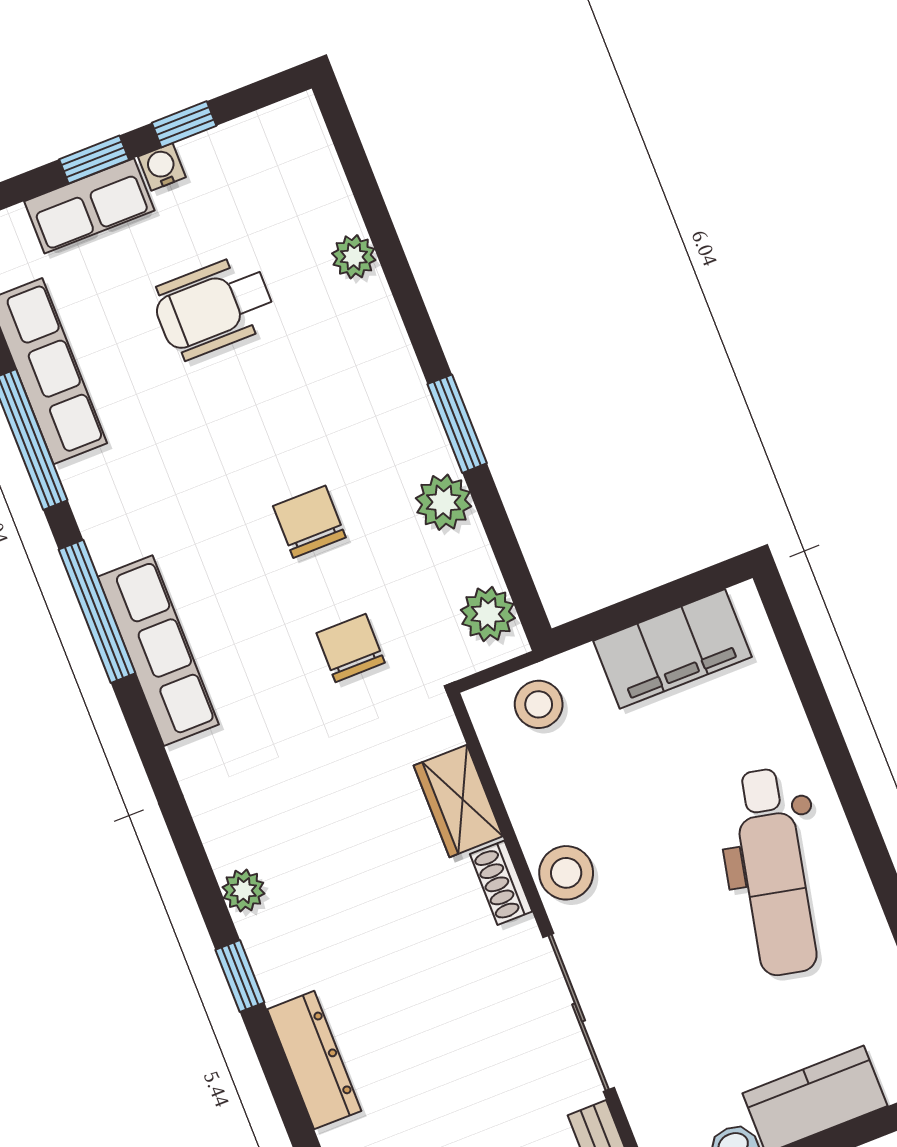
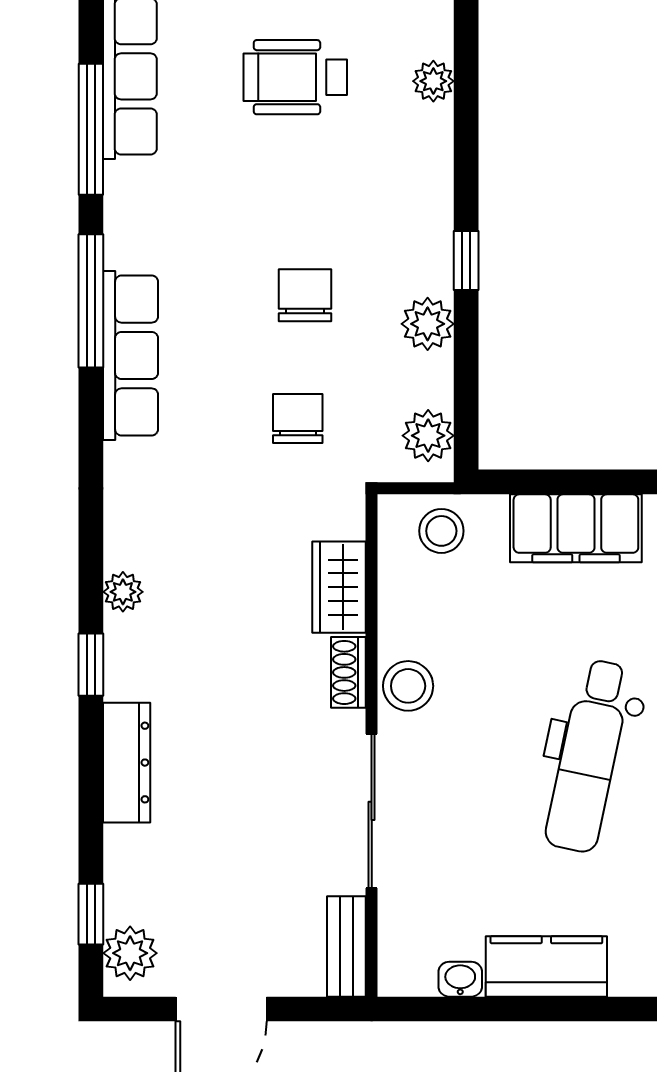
window: (457, 424) -> (466, 261), width x0.67

